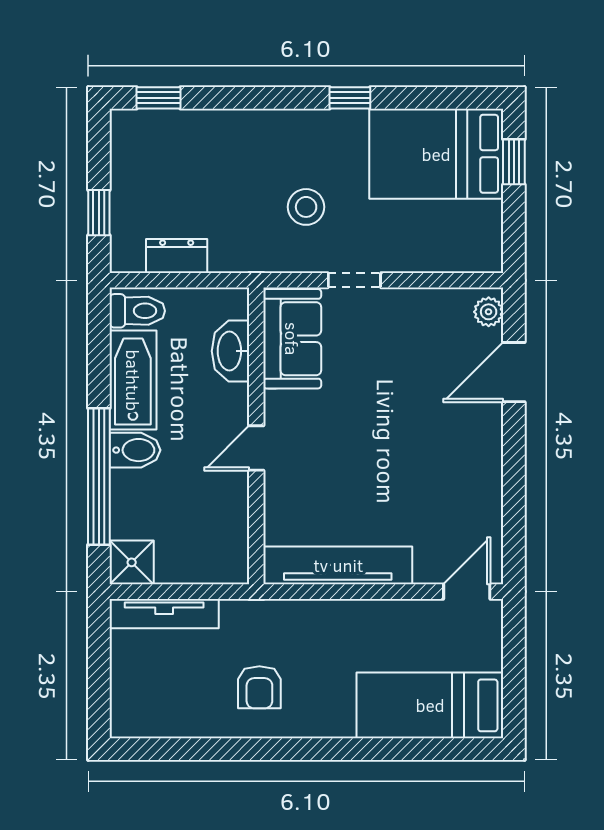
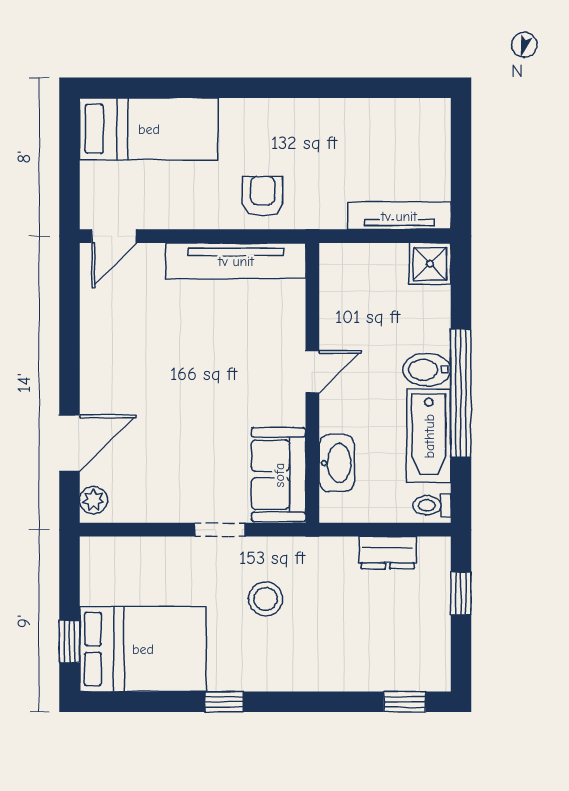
toilet: (137, 311) -> (432, 505), width x0.73, depth x0.72
window: (99, 476) -> (461, 393), moved
armchair: (259, 687) -> (263, 196), moved

